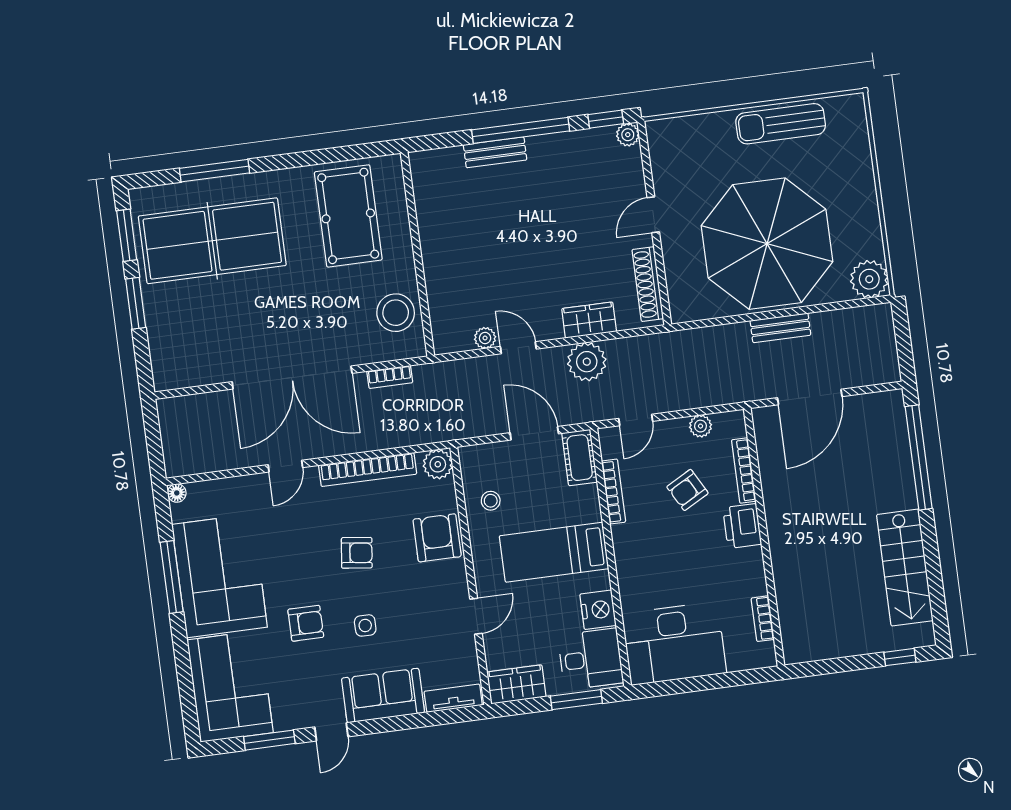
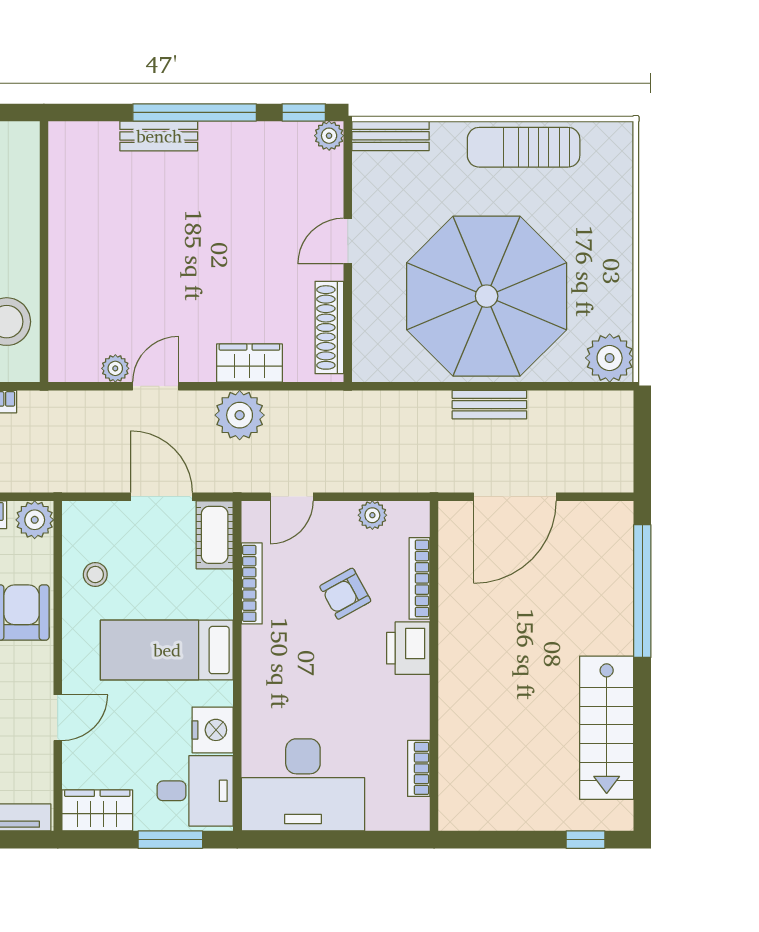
bench: (676, 128) -> (391, 136), added
door: (518, 348) -> (156, 386), hinge flipped

